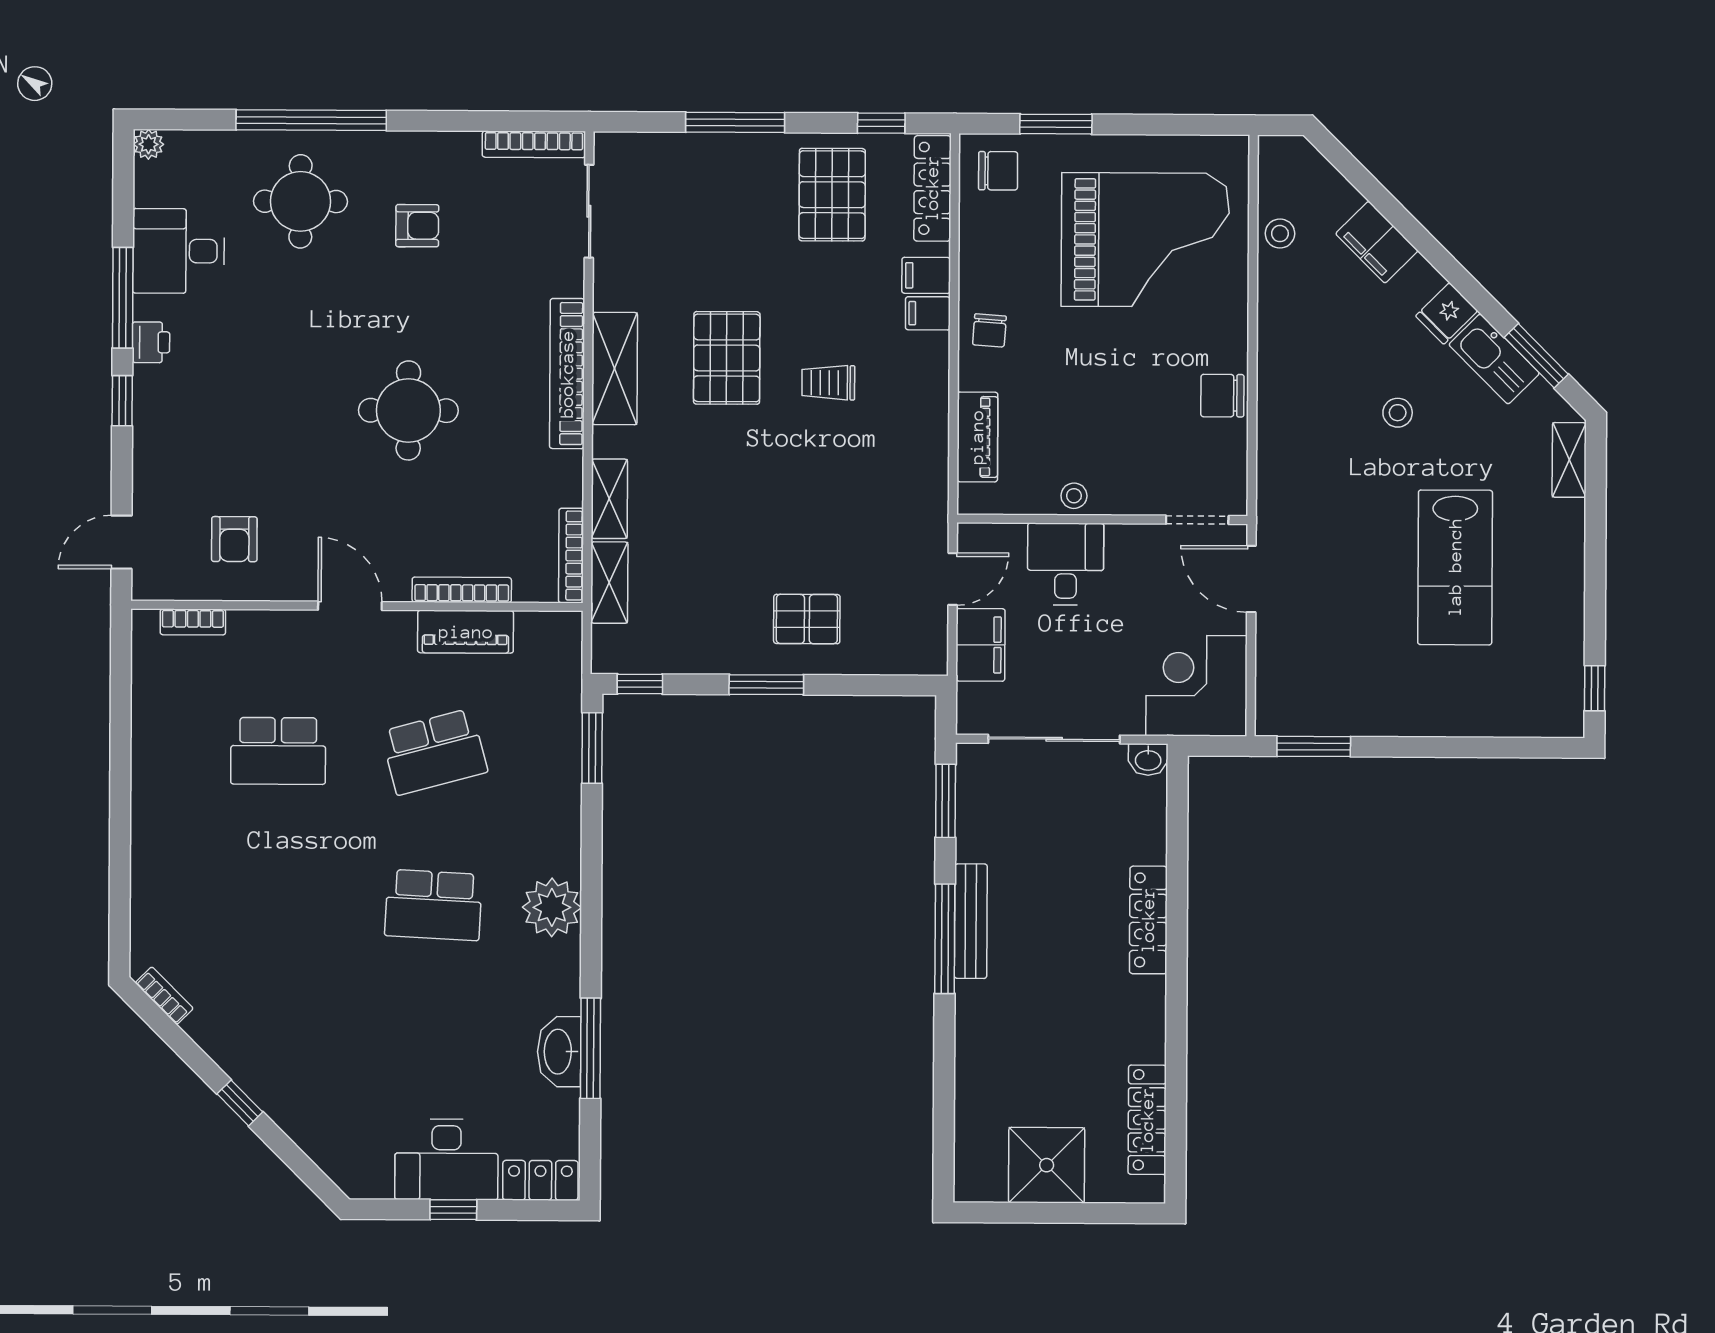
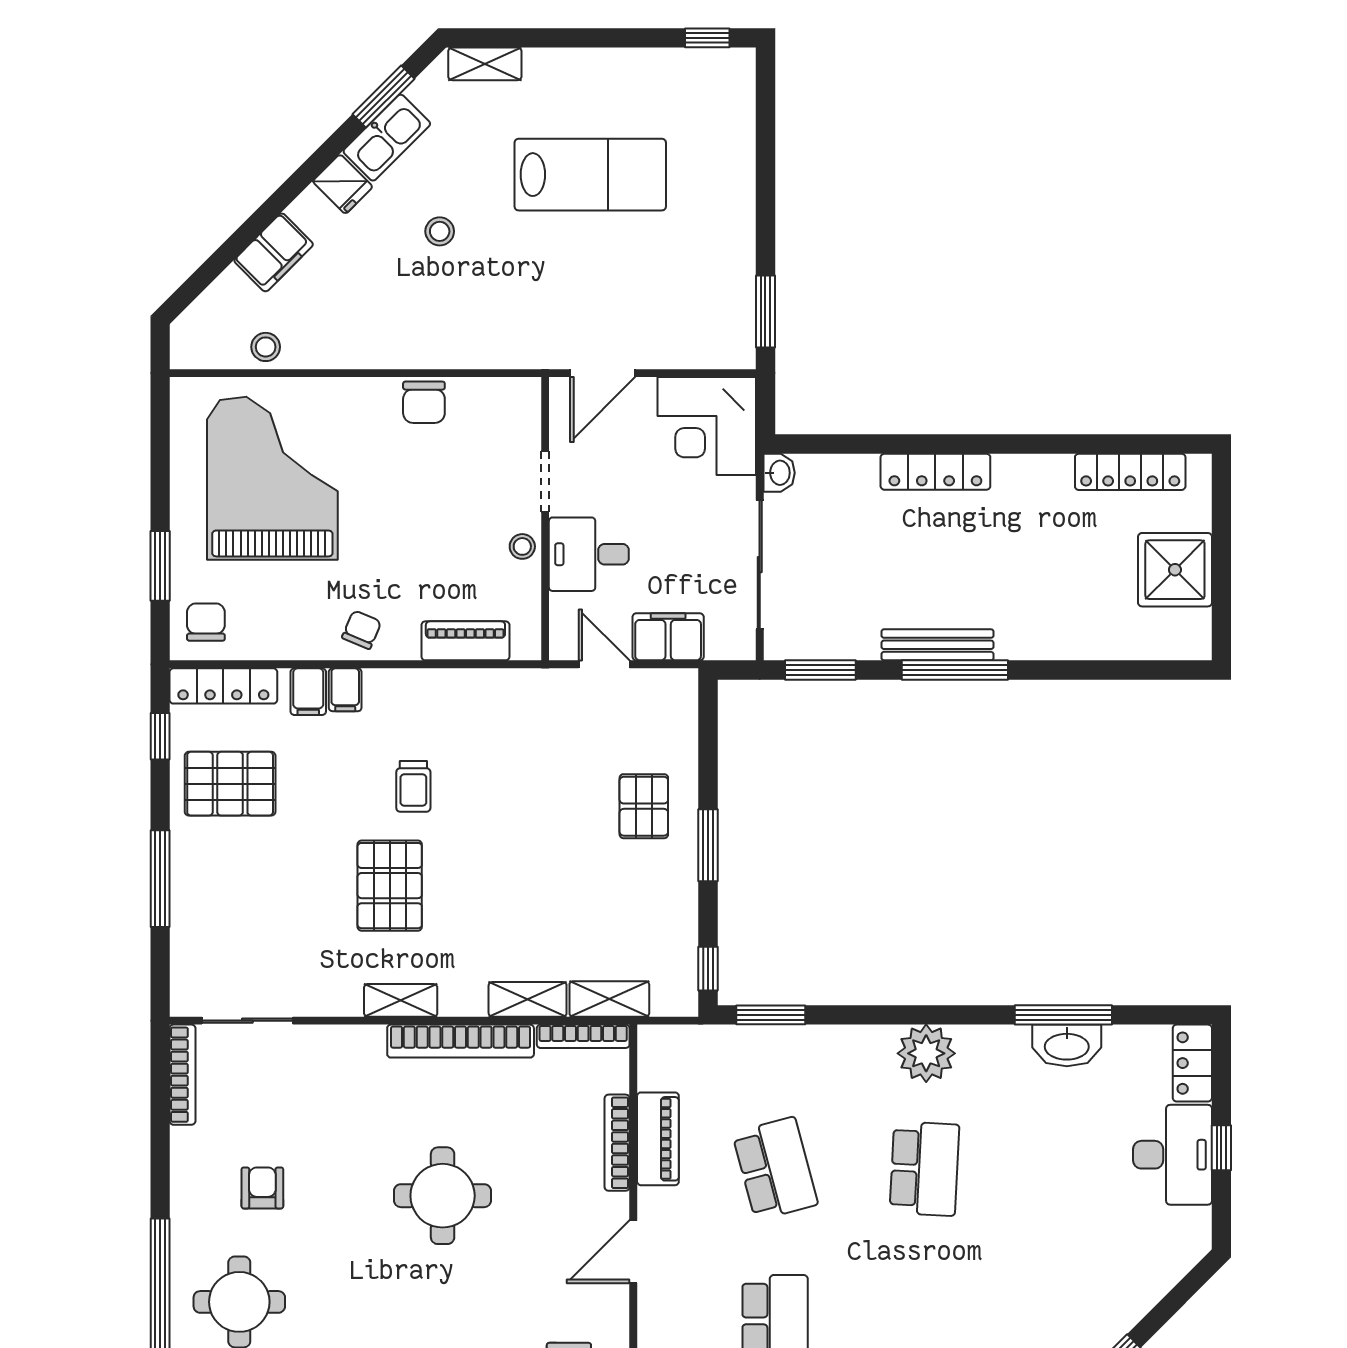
chair: (989, 330) -> (362, 630), turned -71
pallet: (727, 358) -> (390, 886), turned 90
shelving: (615, 369) -> (401, 1000), width x0.67, depth x0.75
bookcase: (567, 374) -> (461, 1041), moved
doorway: (1197, 520) -> (545, 481), moved

